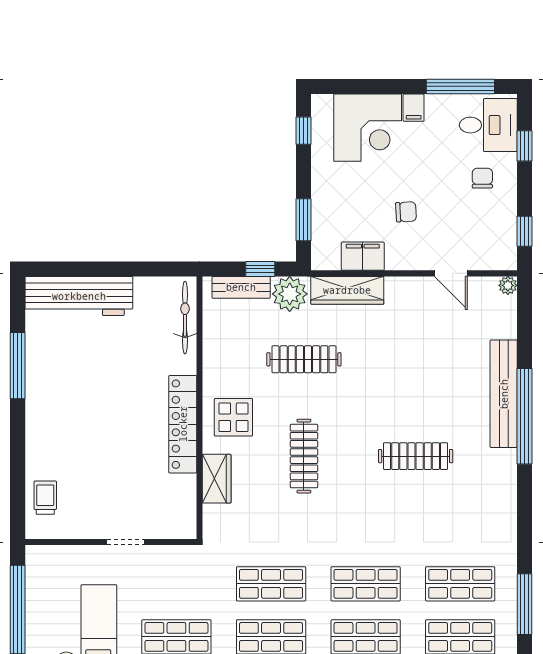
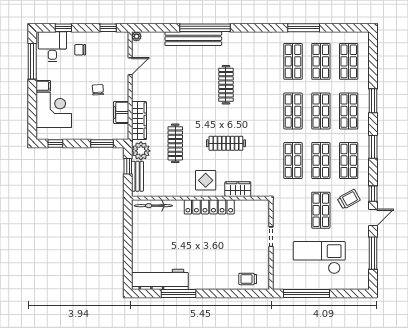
workbench: (79, 296) -> (160, 279), moved, turned -90

